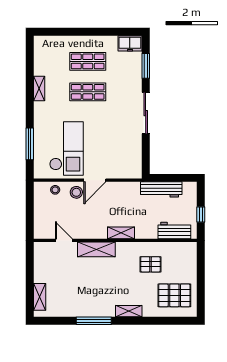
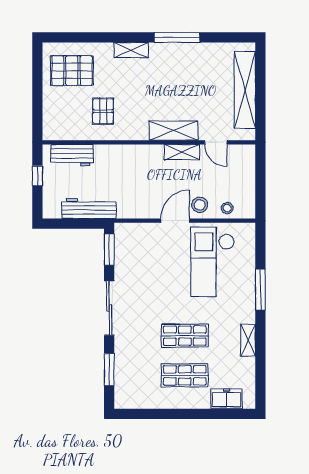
freezer: (130, 43) -> (227, 399), moved
window: (30, 144) -> (260, 290), moved
window: (146, 158) -> (109, 250), added
shelving: (121, 233) -> (182, 152), moved
pallet: (150, 264) -> (103, 111), turned 90
shelving: (40, 297) -> (245, 90), width x2.20, depth x1.33

